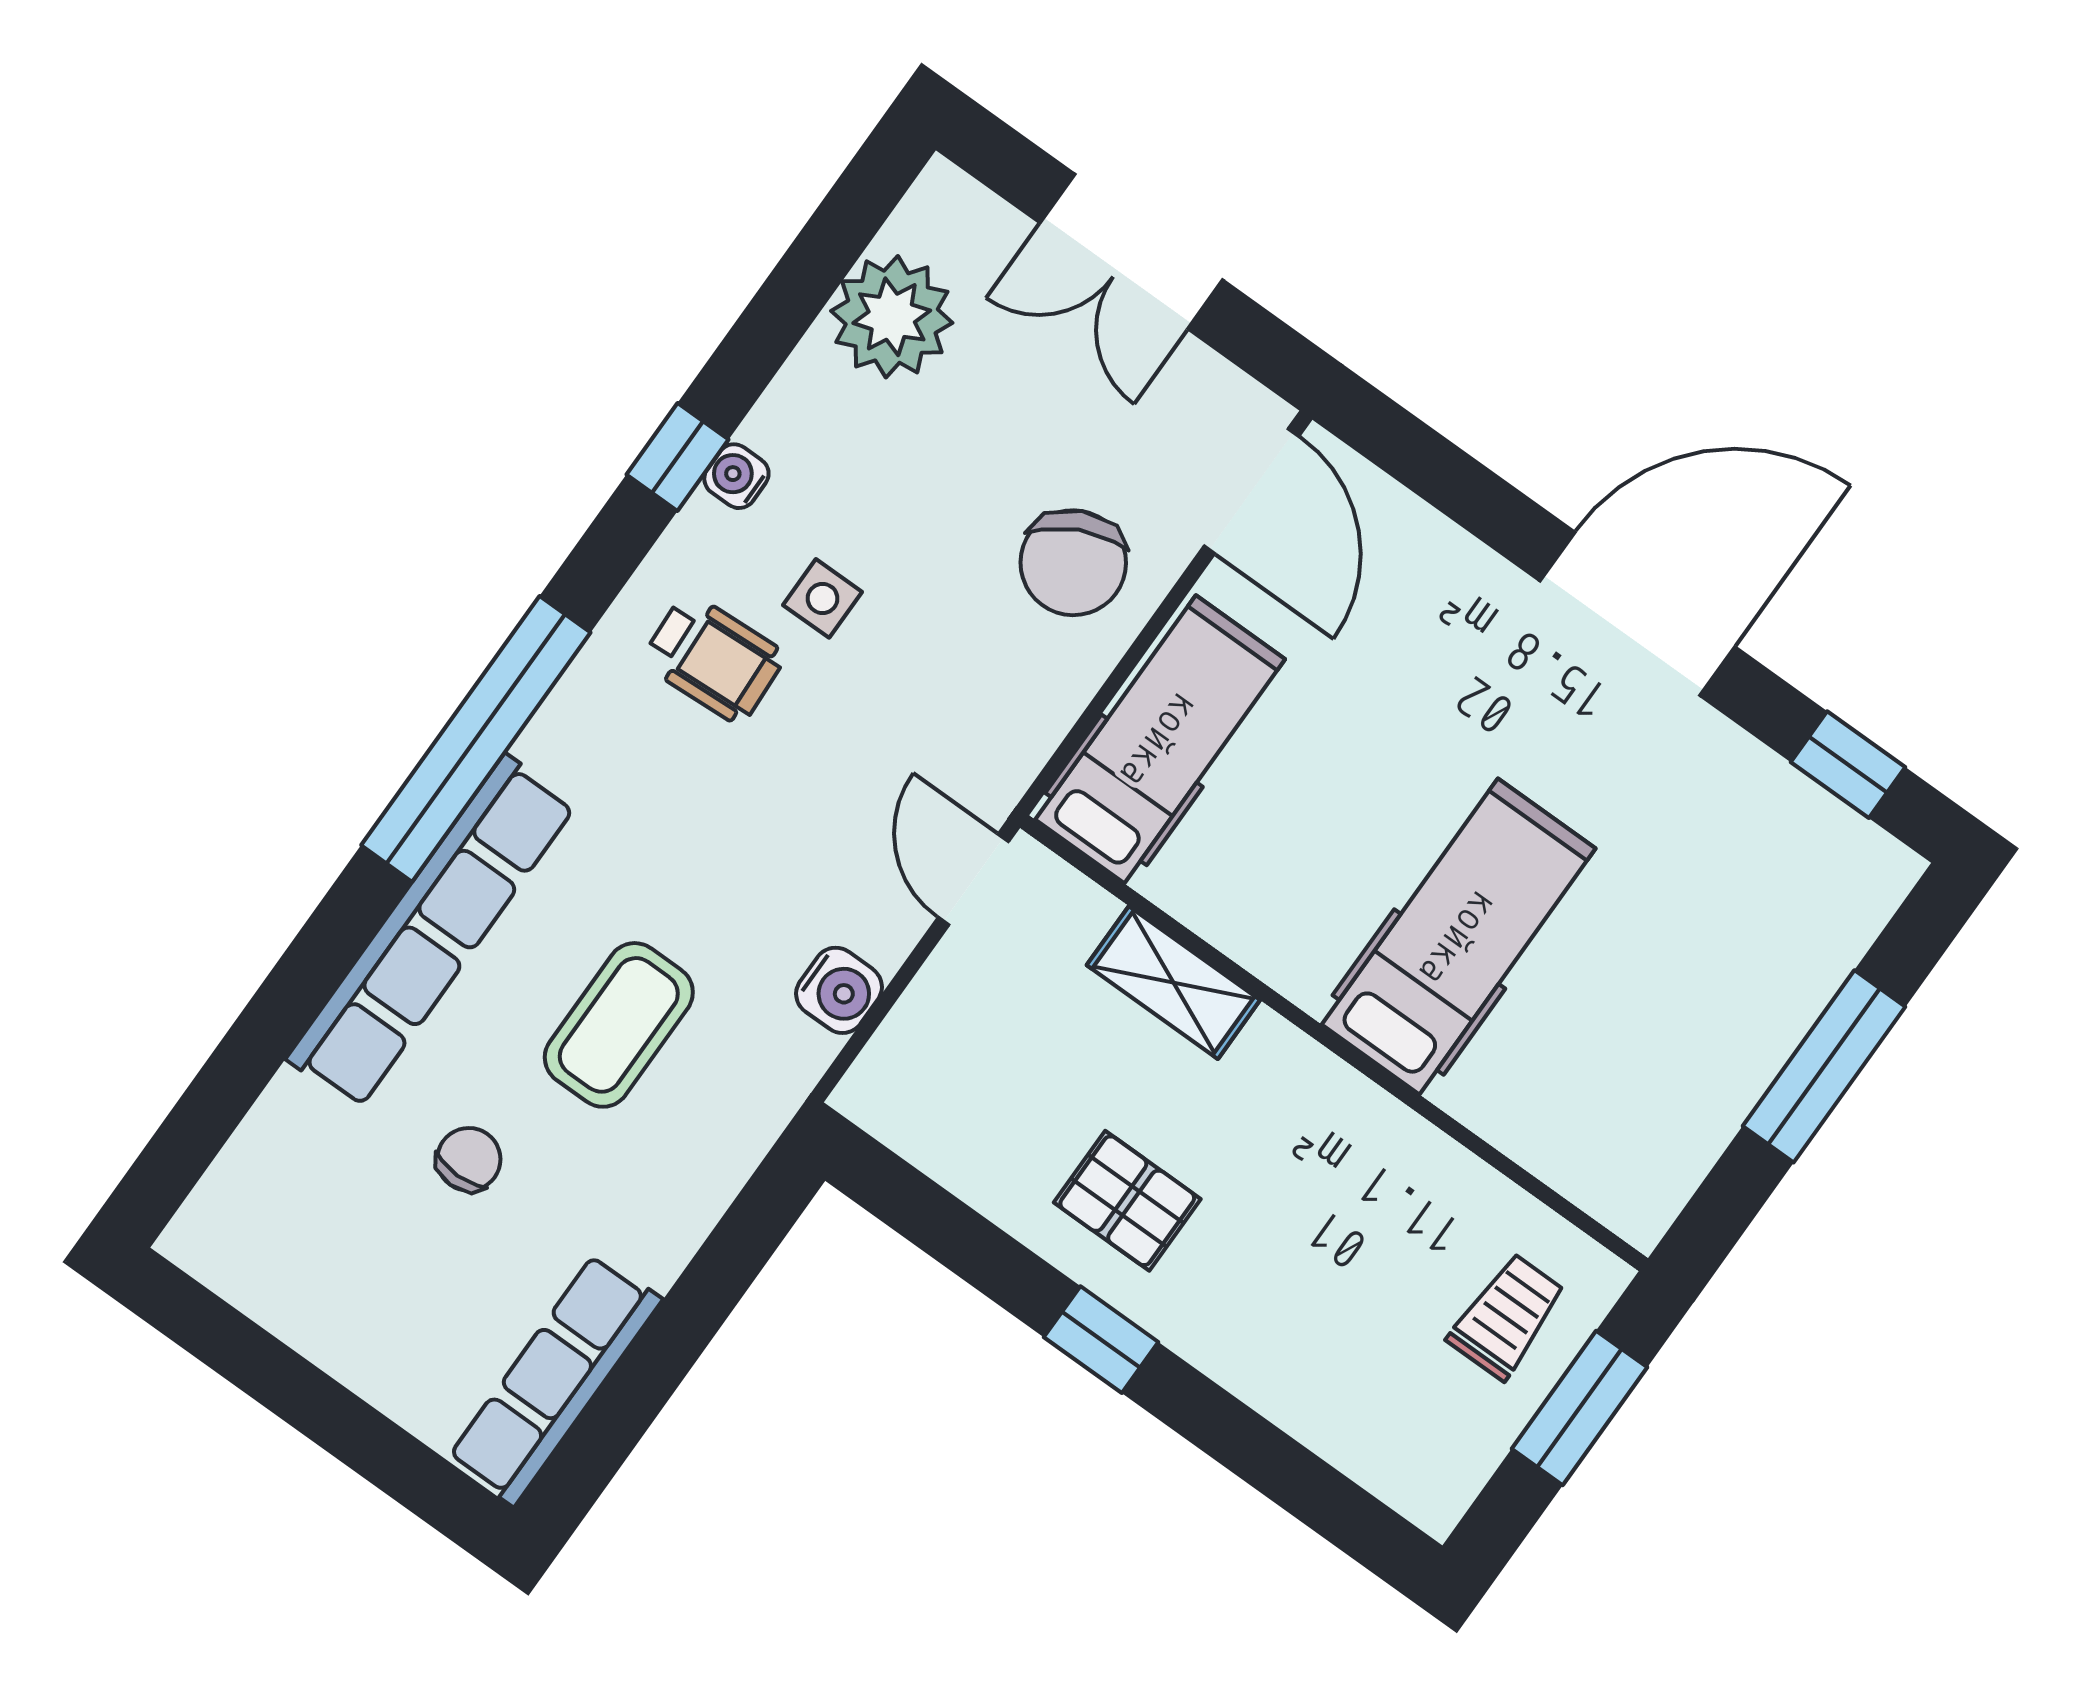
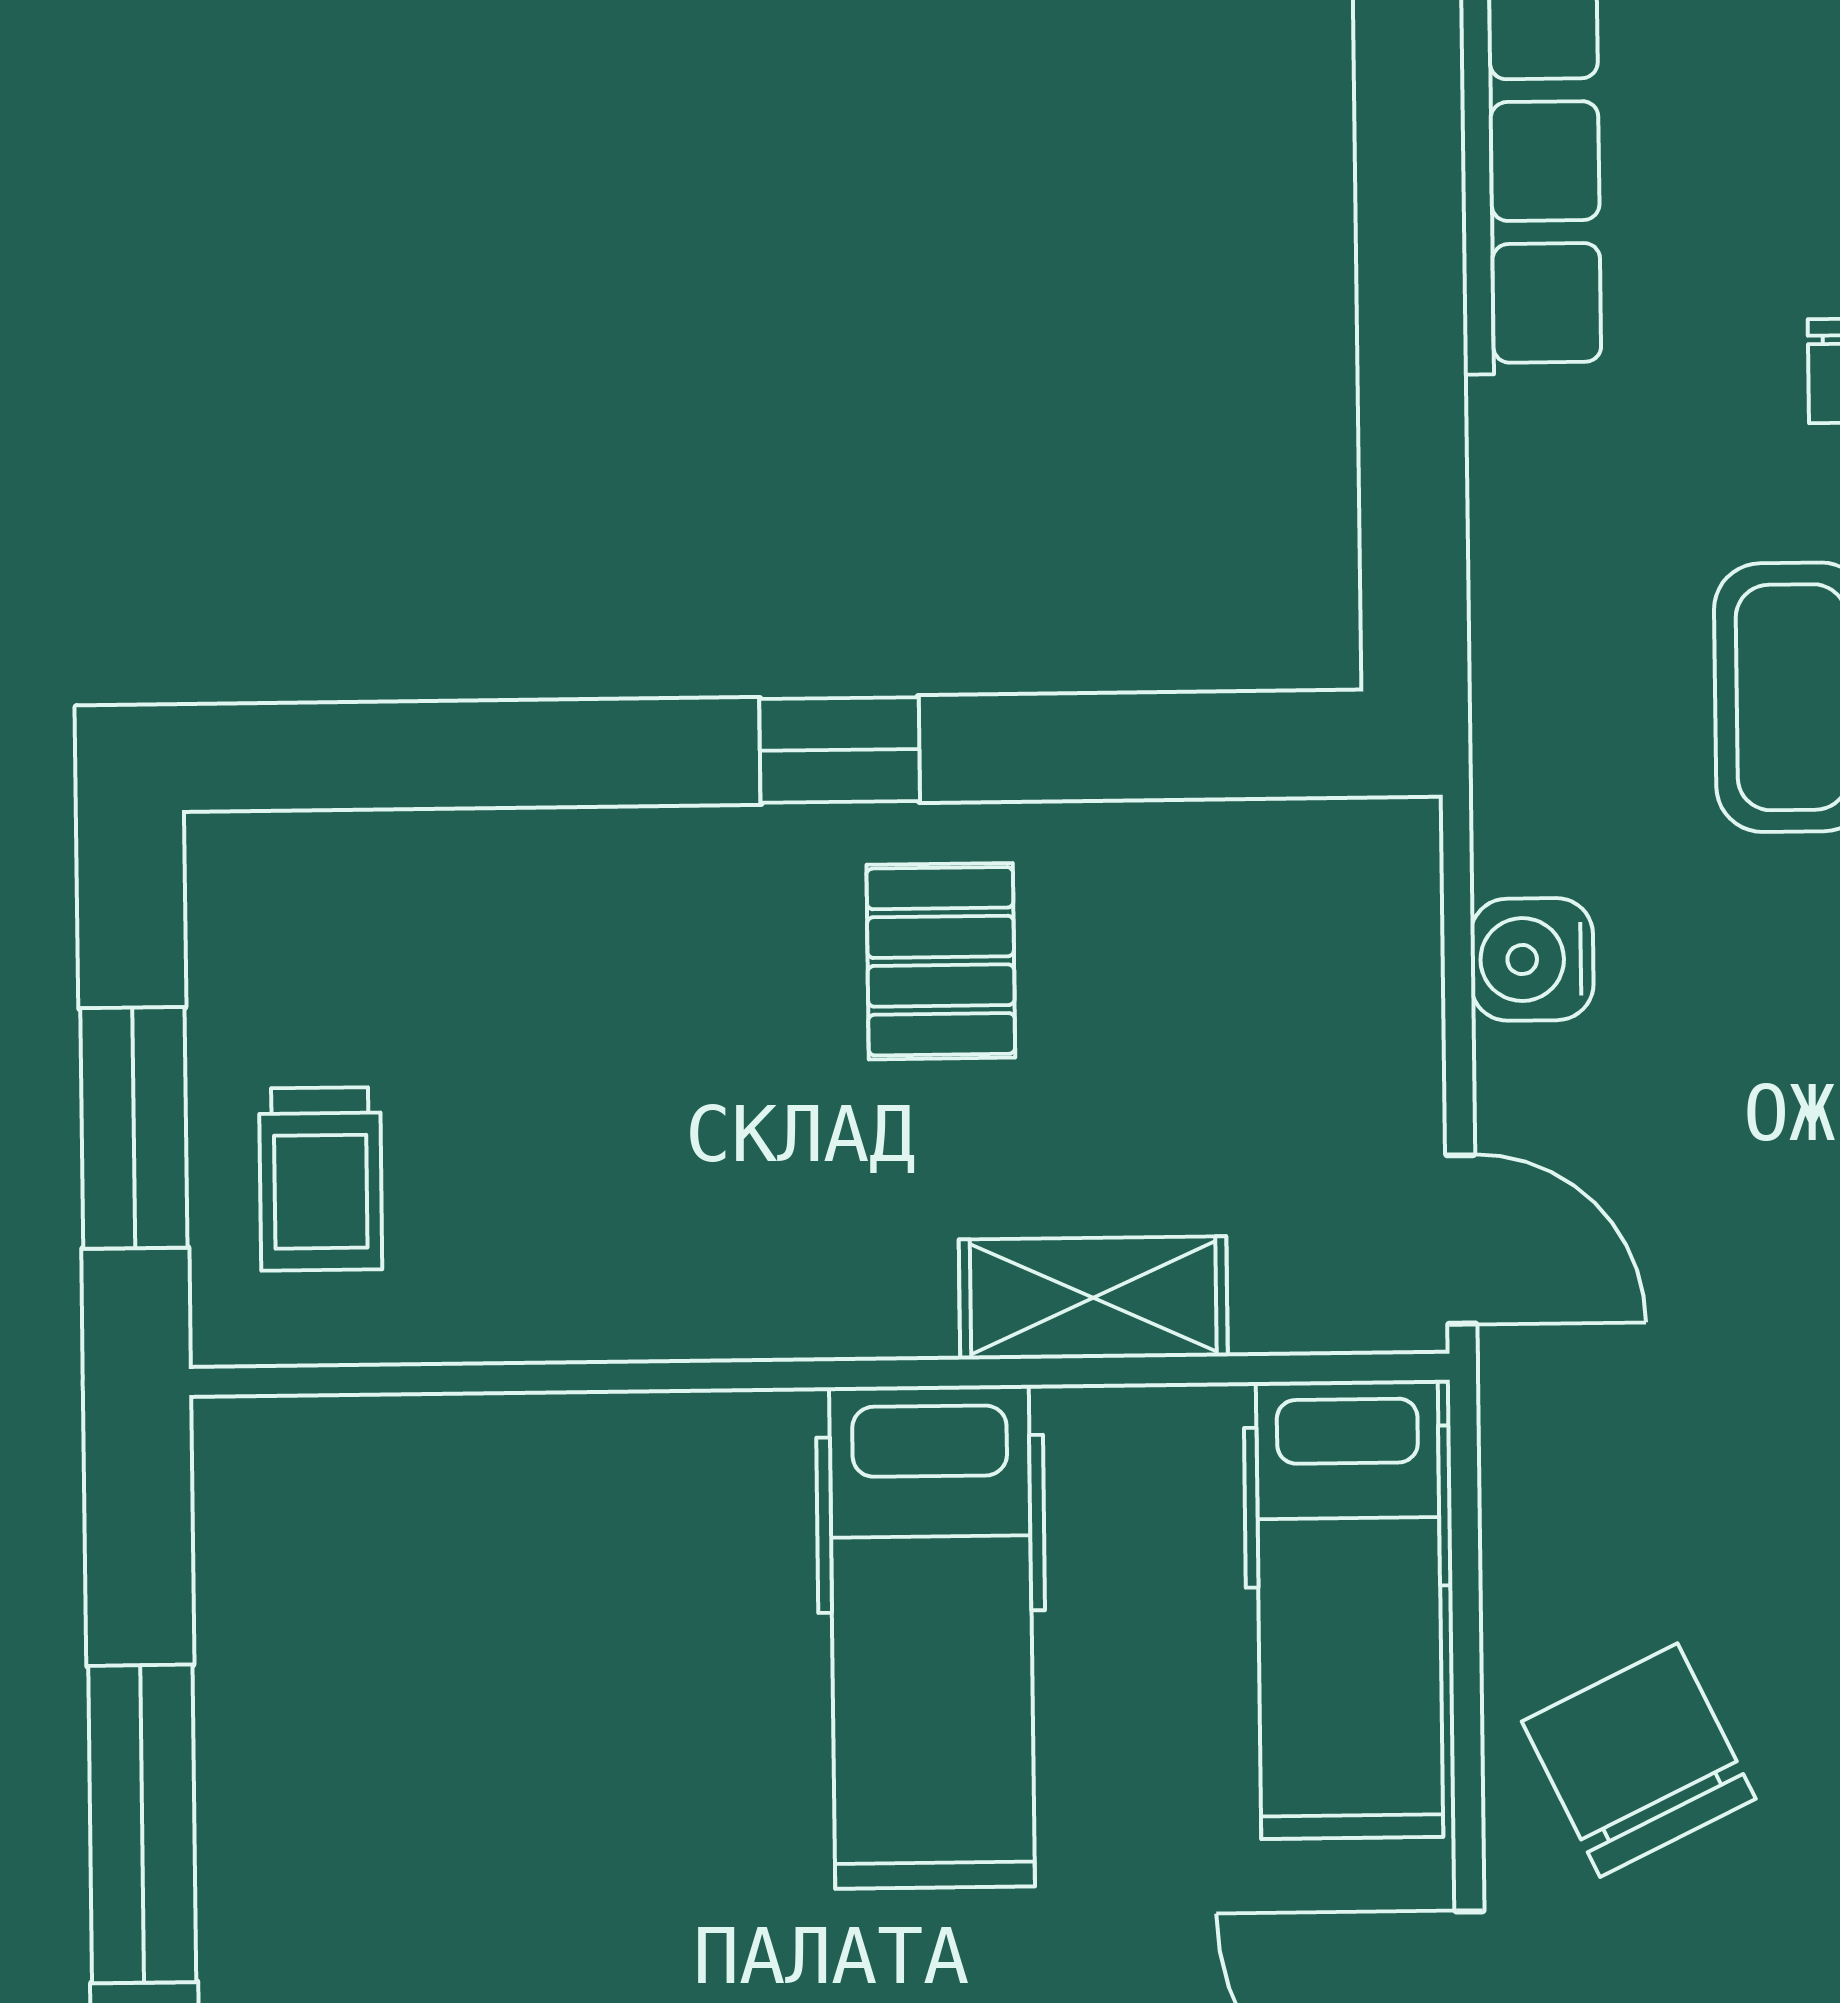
hospital bed: (1459, 937) -> (932, 1637), moved
pallet: (1127, 1201) -> (941, 961), turned 90

